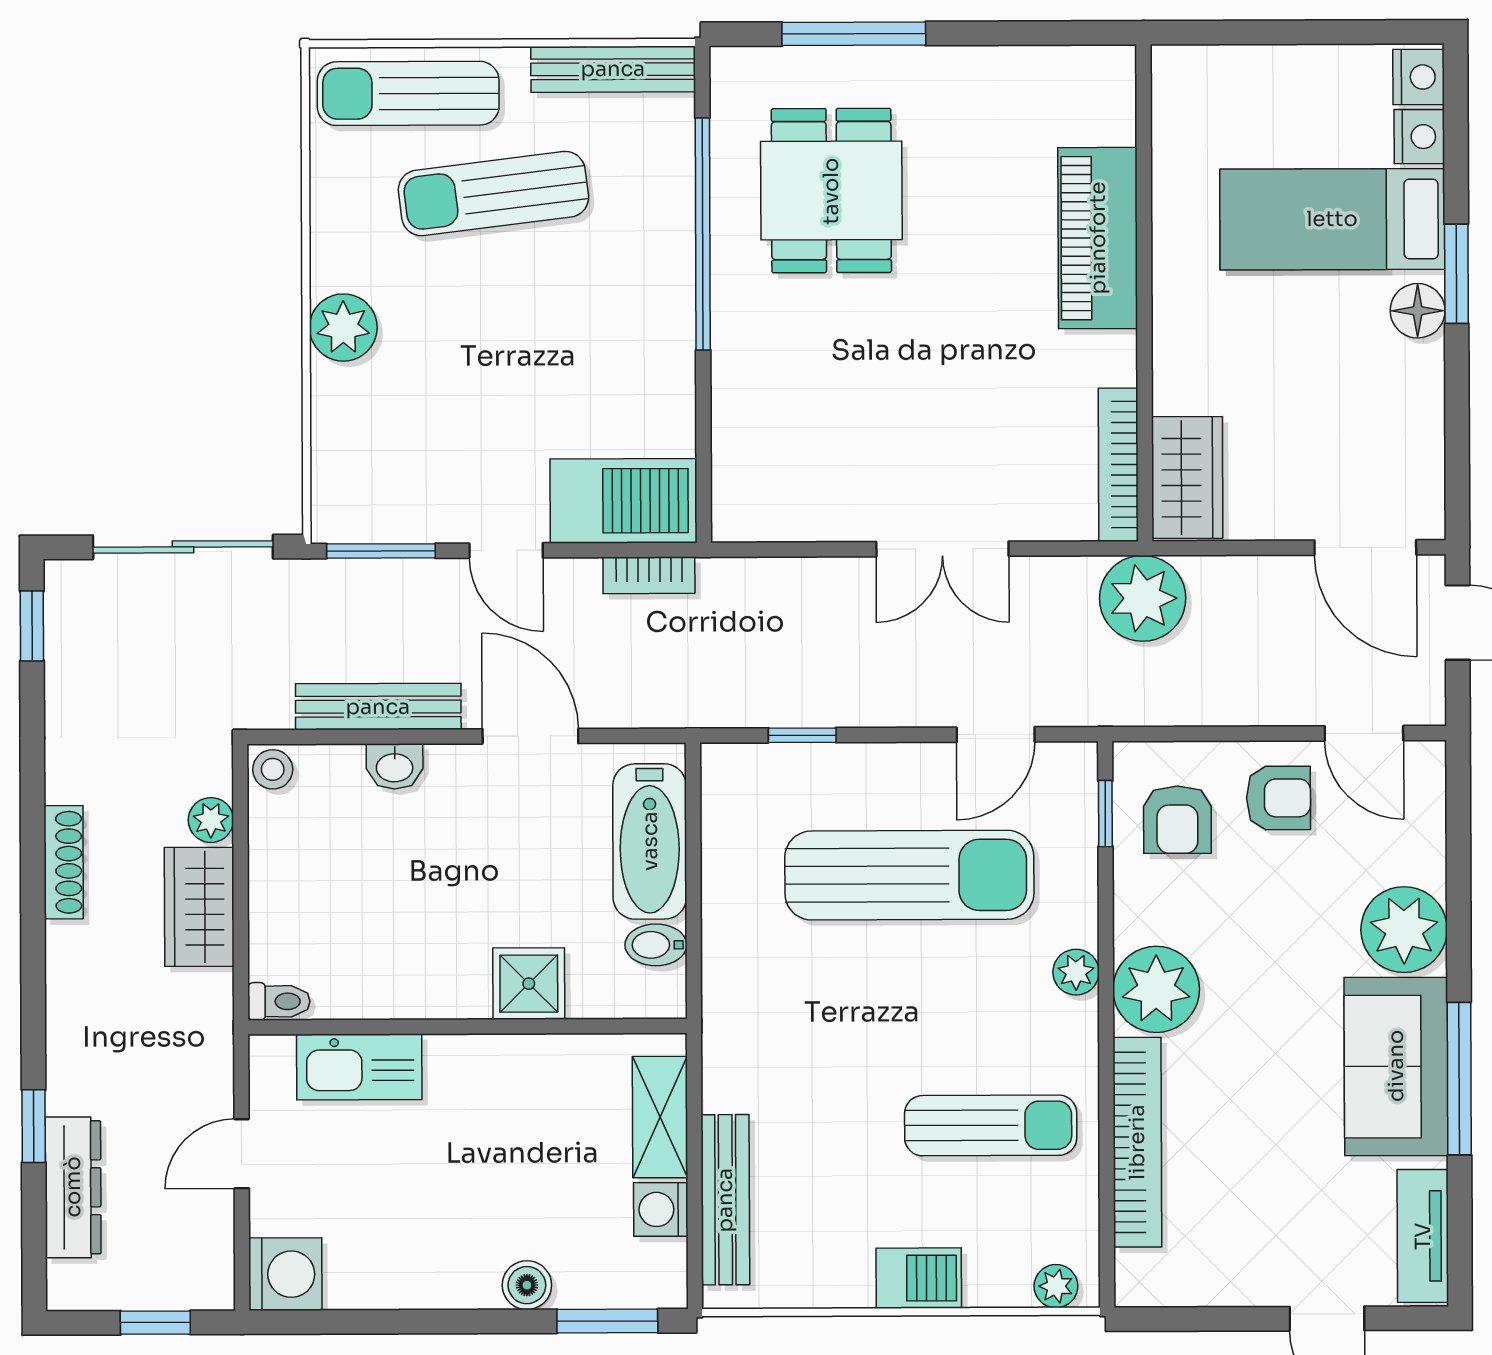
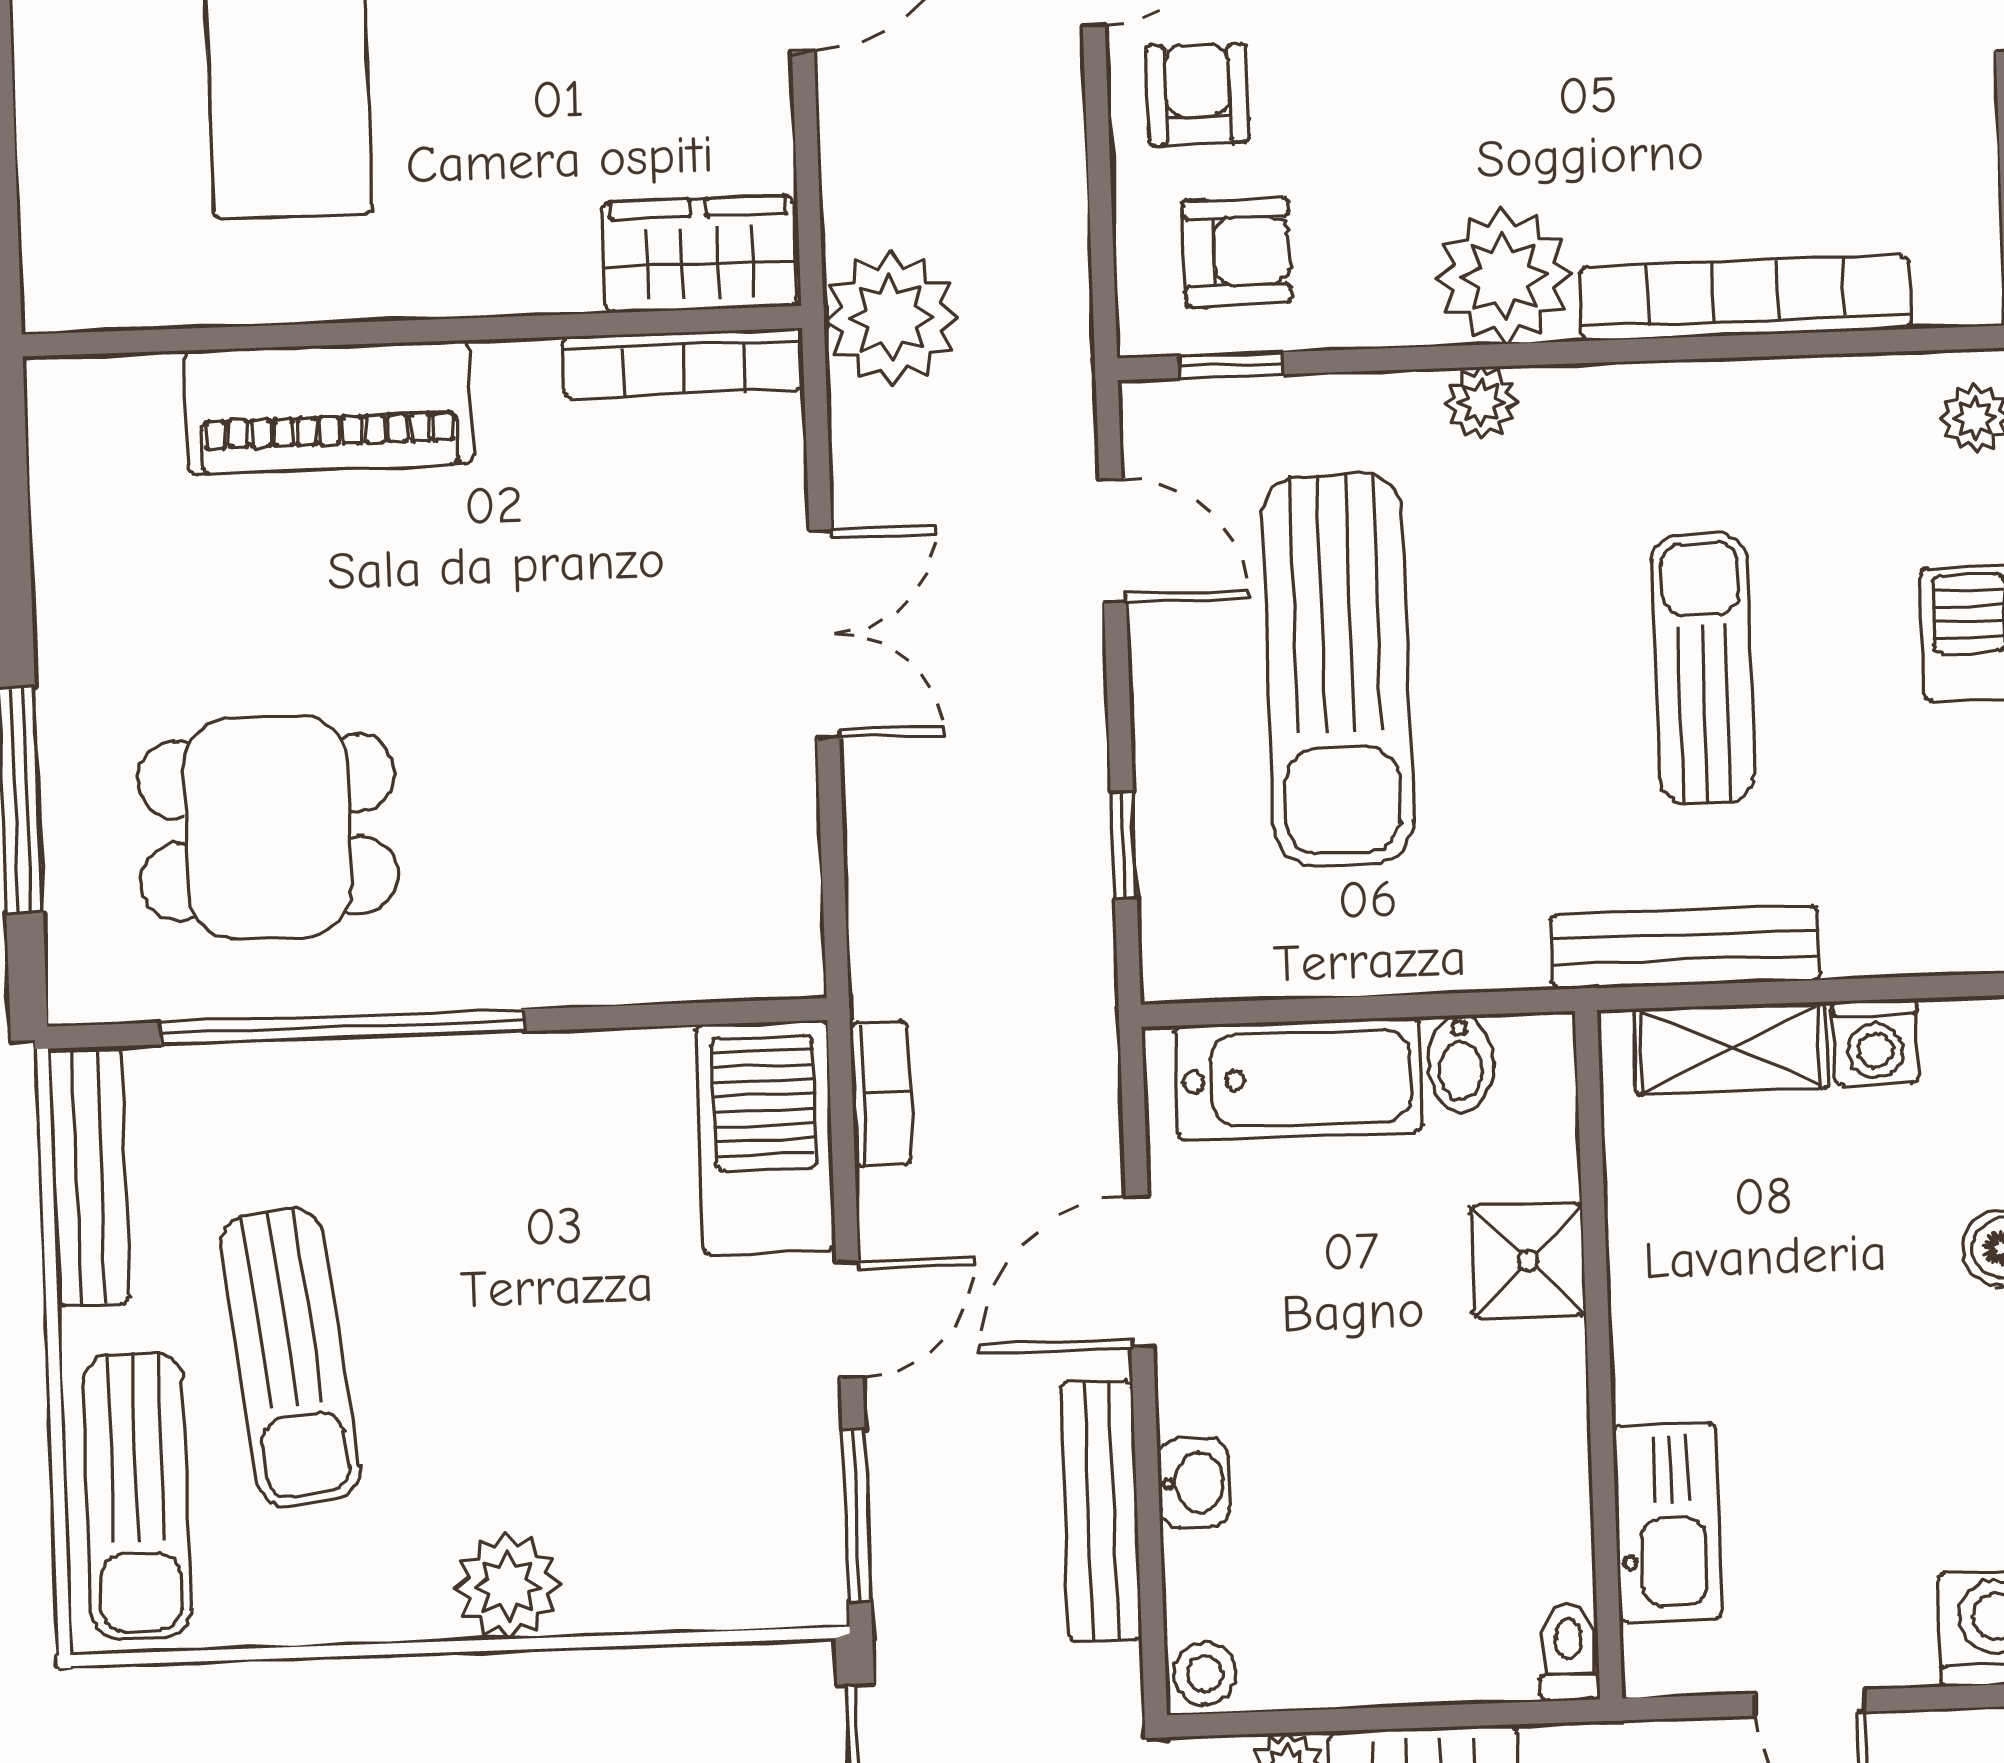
sun lounger: (909, 875) -> (1338, 669), turned 180
sun lounger: (991, 1125) -> (1703, 669), moved
bench: (725, 1200) -> (1685, 947), moved

